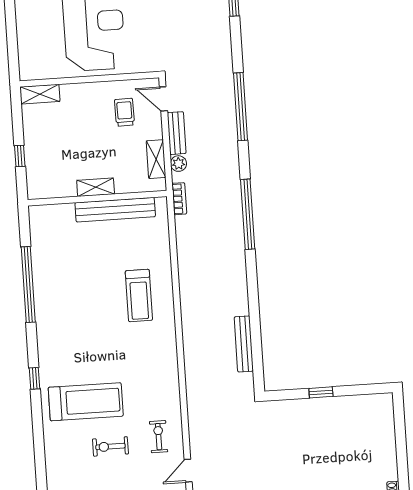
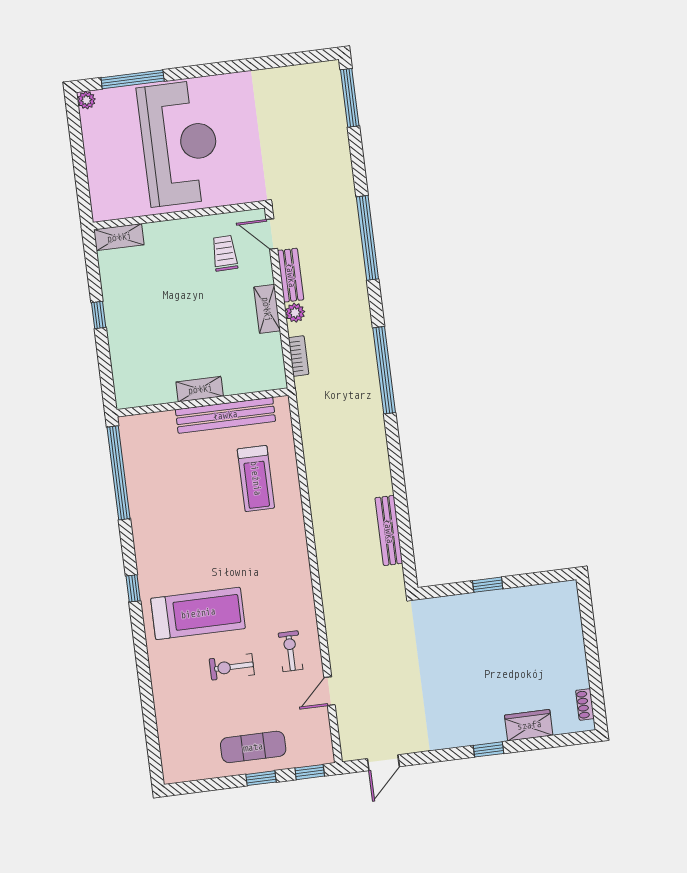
shelving: (96, 187) -> (200, 389), moved
wall: (97, 198) -> (203, 403), moved
bench: (115, 210) -> (225, 415), moved

